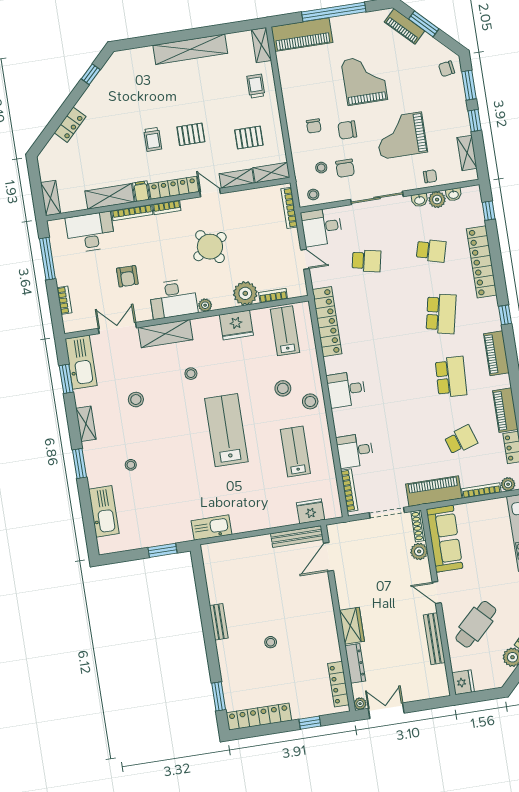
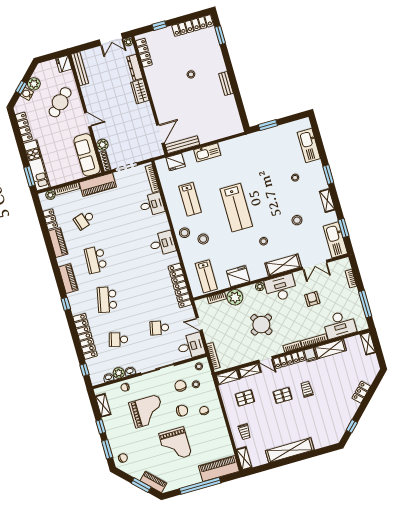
kitchen sink: (211, 528) -> (207, 152), moved
bench: (434, 639) -> (80, 69), moved

